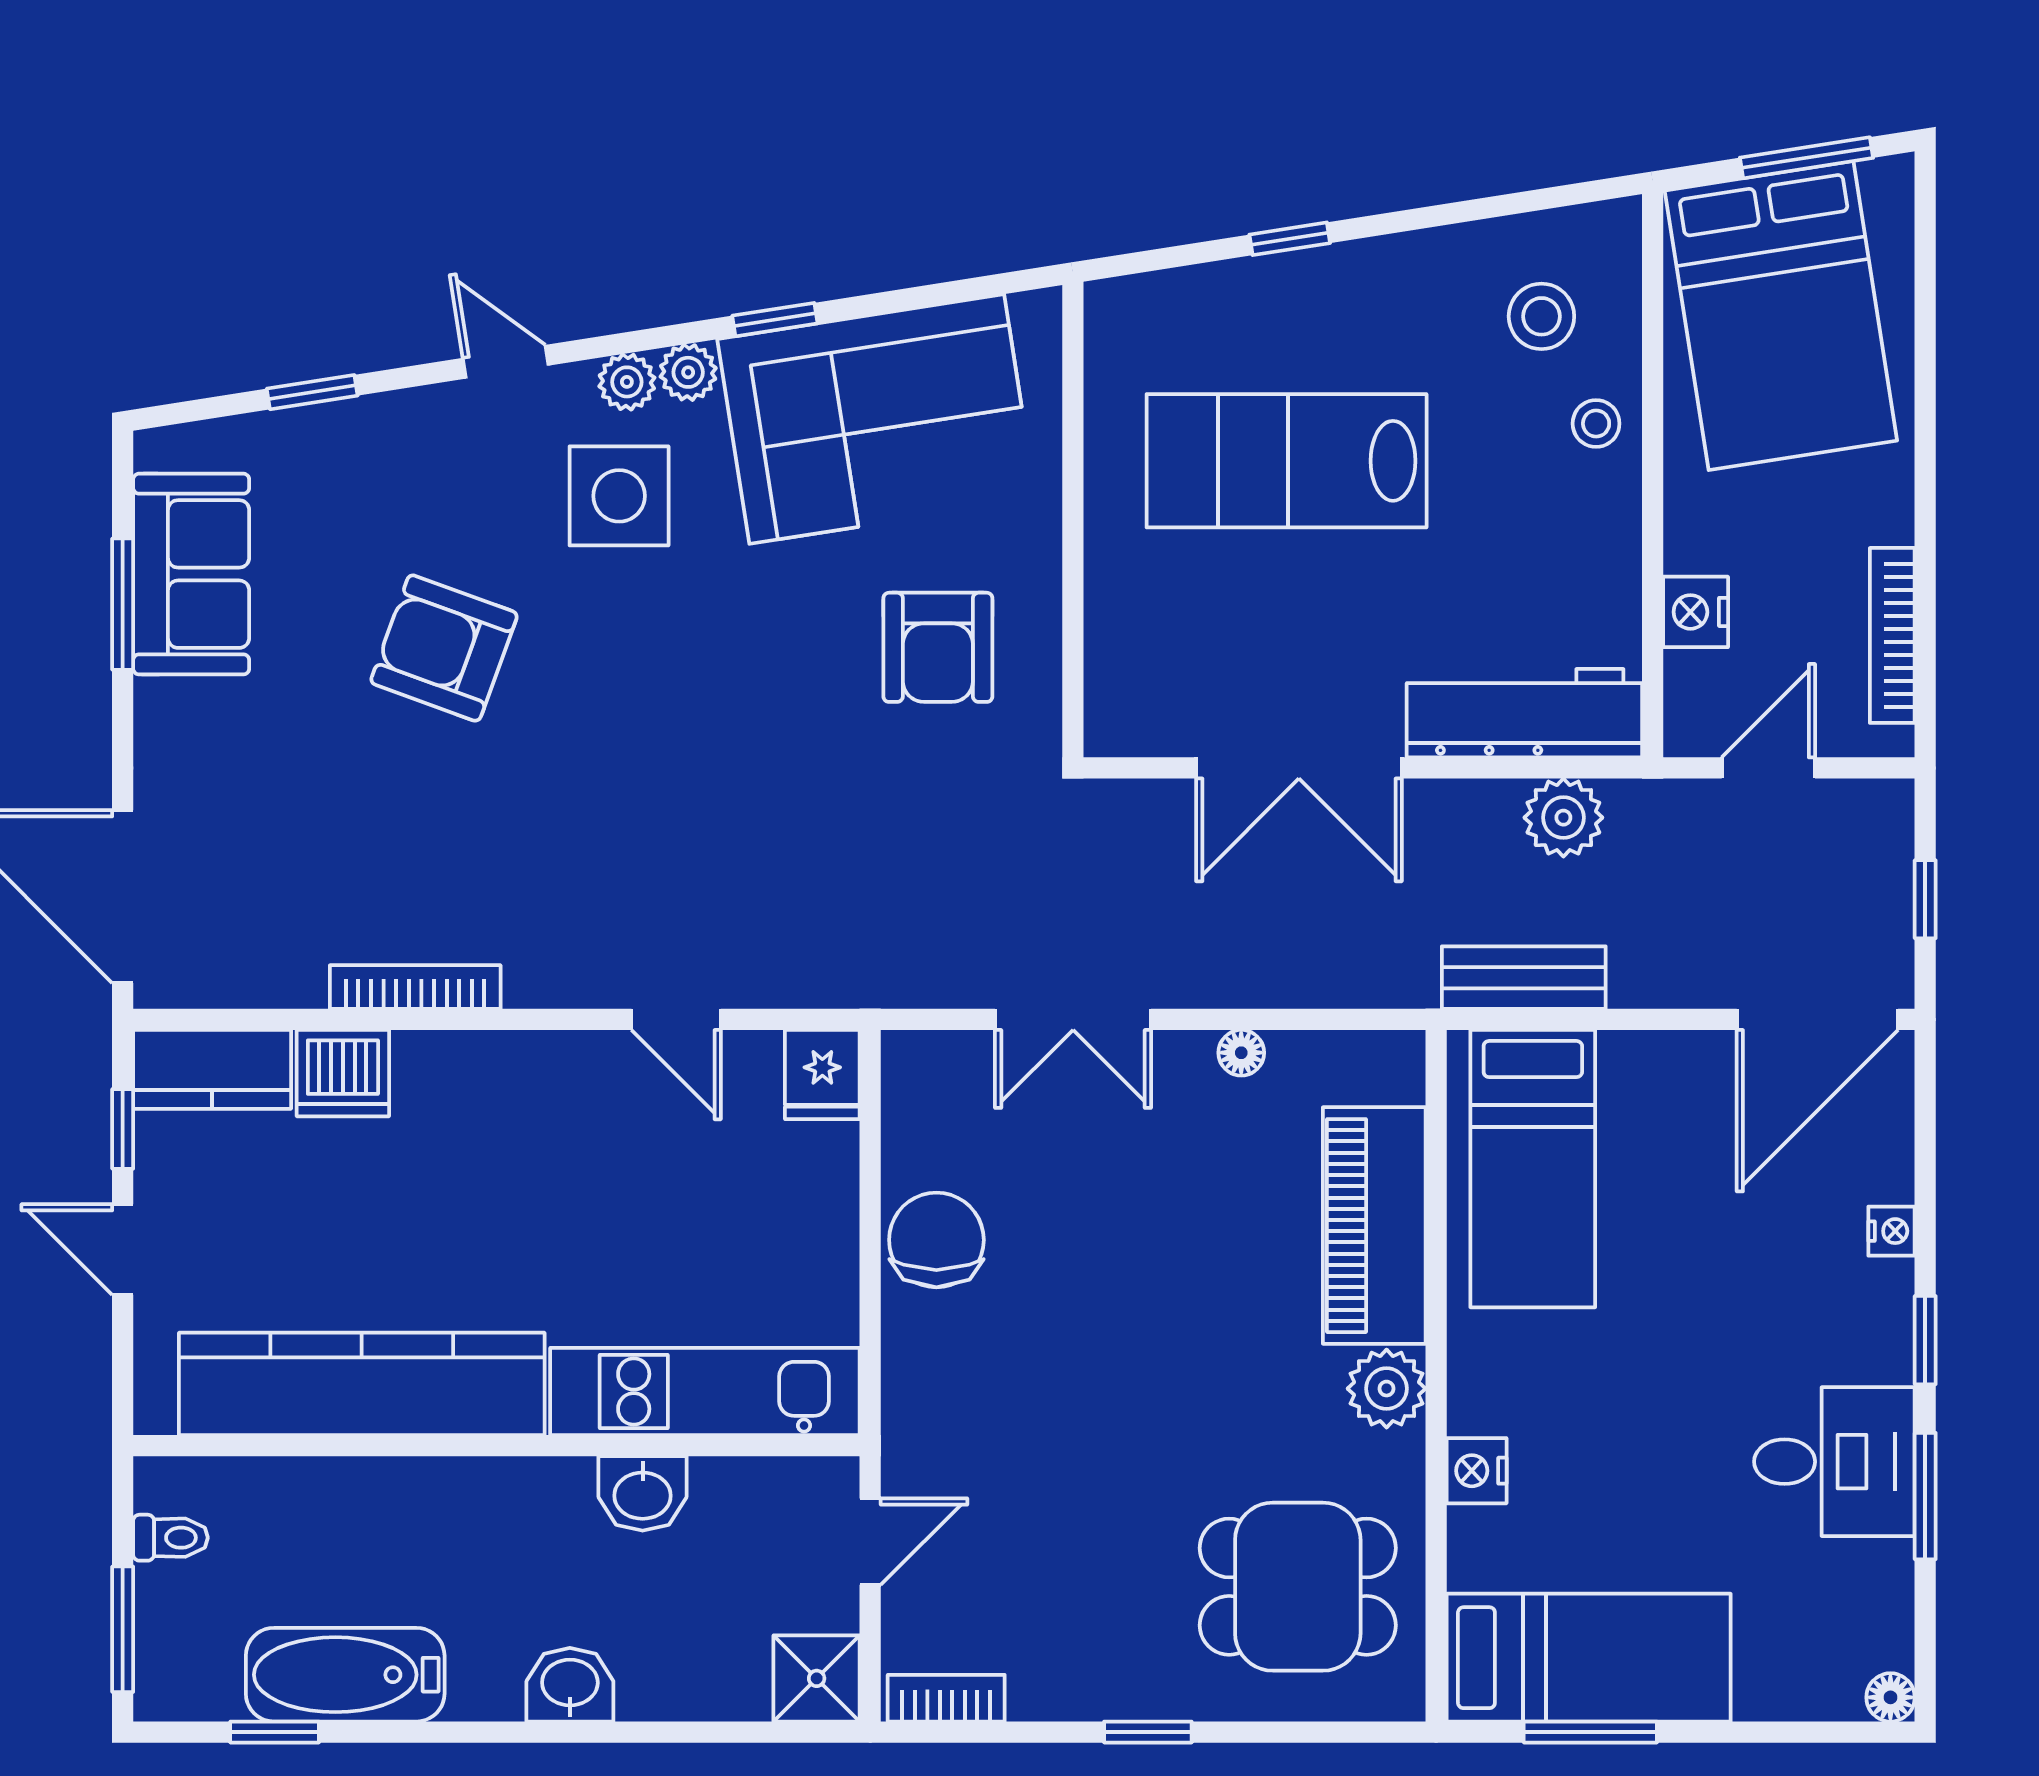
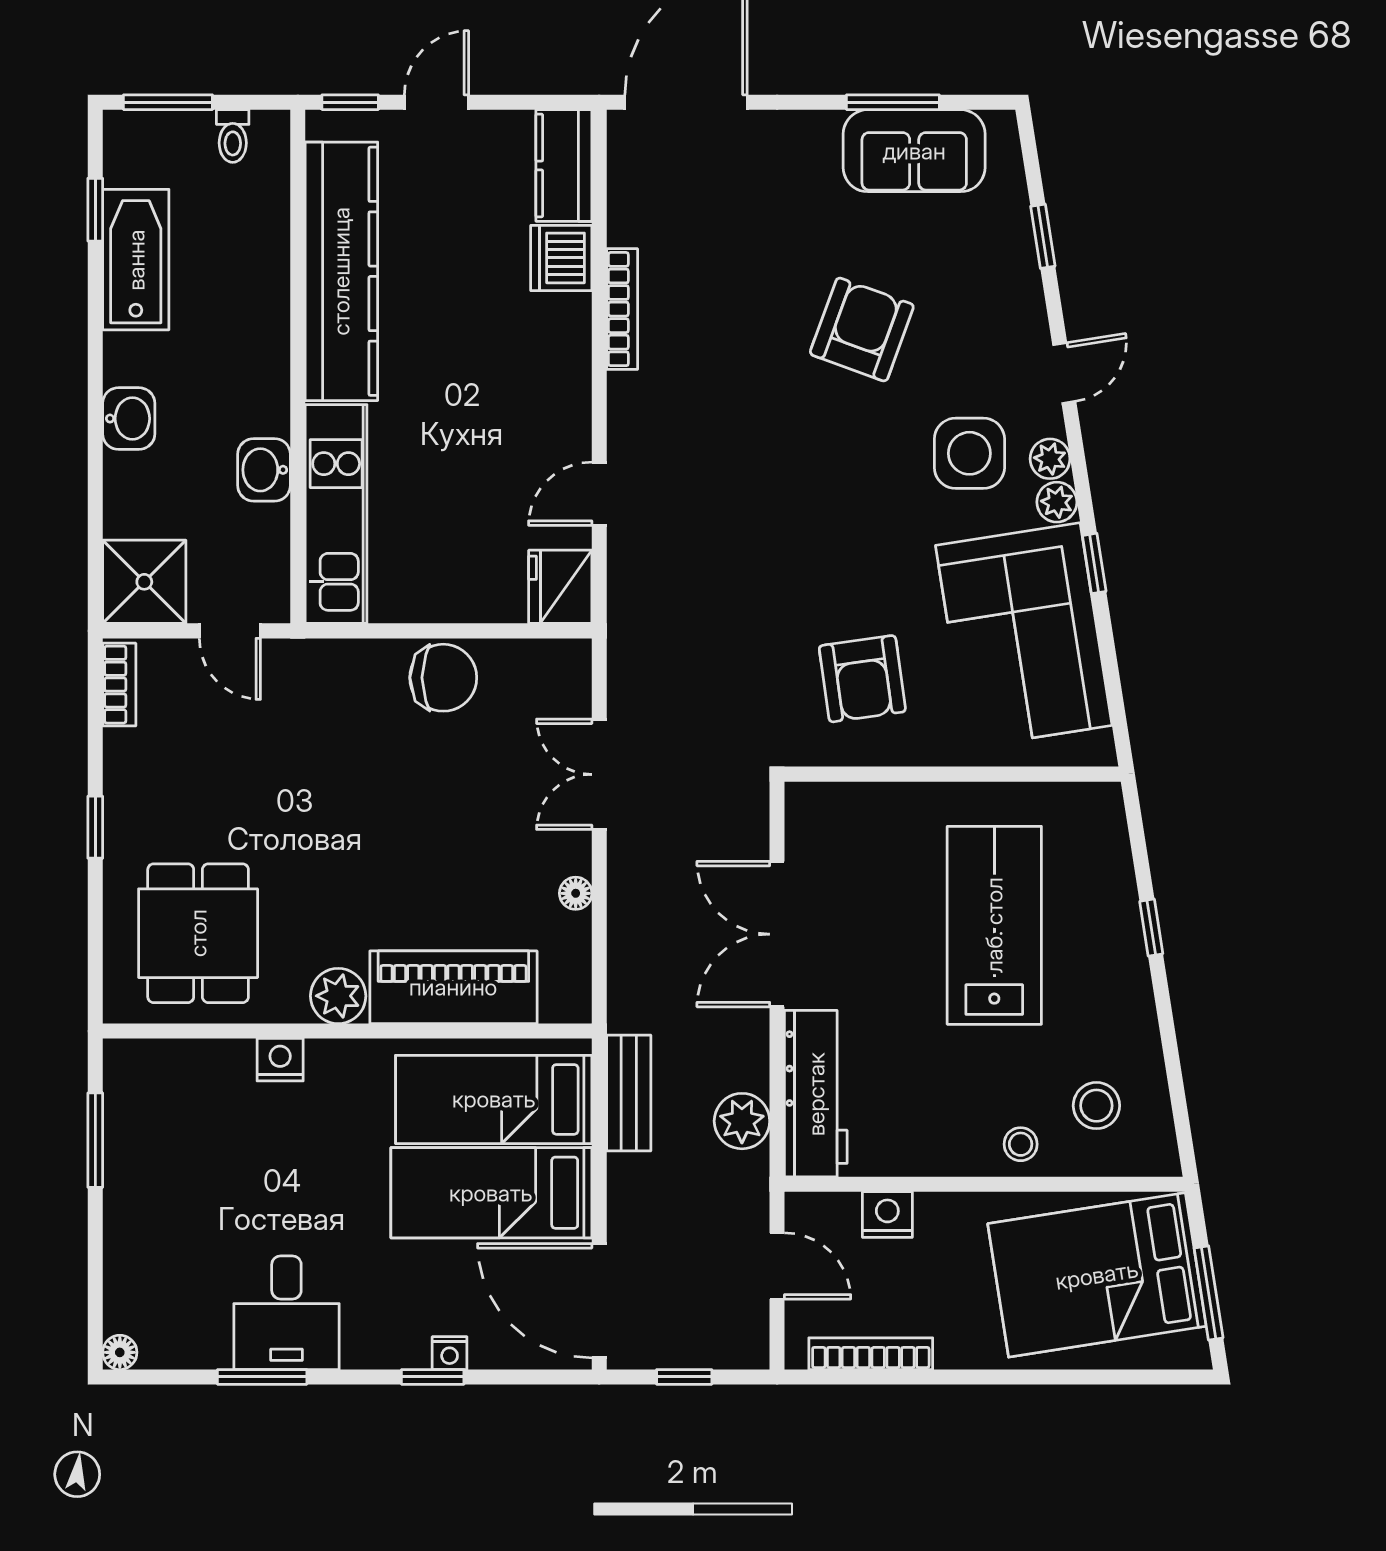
armchair: (938, 647) -> (862, 679), turned -98
fridge: (822, 1075) -> (560, 587), width x1.38
window: (123, 1129) -> (350, 102), moved
window: (1925, 1340) -> (433, 1377), moved
bed: (1589, 1658) -> (491, 1193), moved, turned 90
shower: (817, 1678) -> (144, 582), width x1.36, depth x1.36

